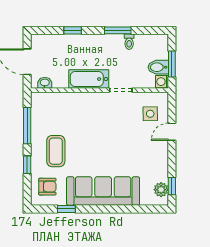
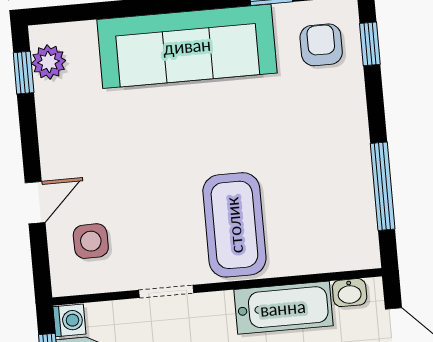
bathtub: (89, 79) -> (283, 308), moved
coffee table: (56, 151) -> (234, 225), moved, width x1.36, depth x1.32
window: (27, 165) -> (370, 44), moved
armchair: (47, 187) -> (321, 45), turned 90

